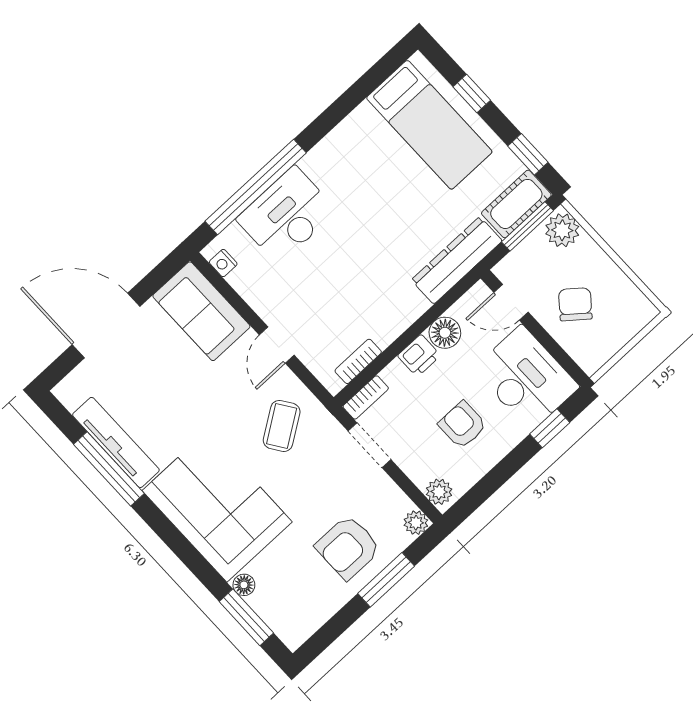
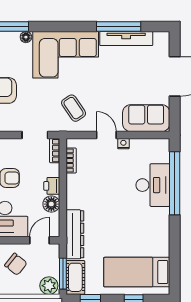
nightstand: (223, 263) -> (123, 144), moved

